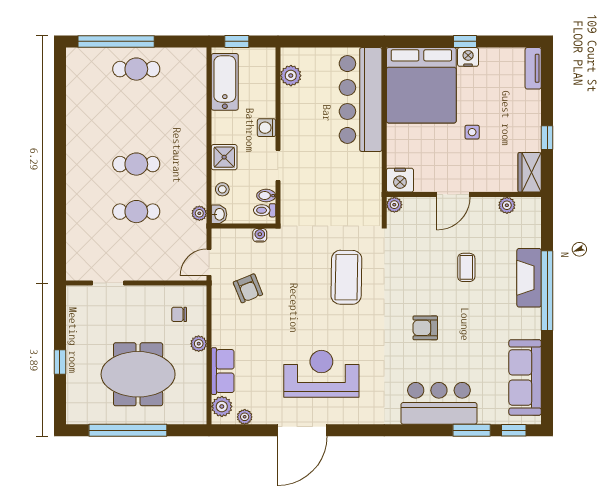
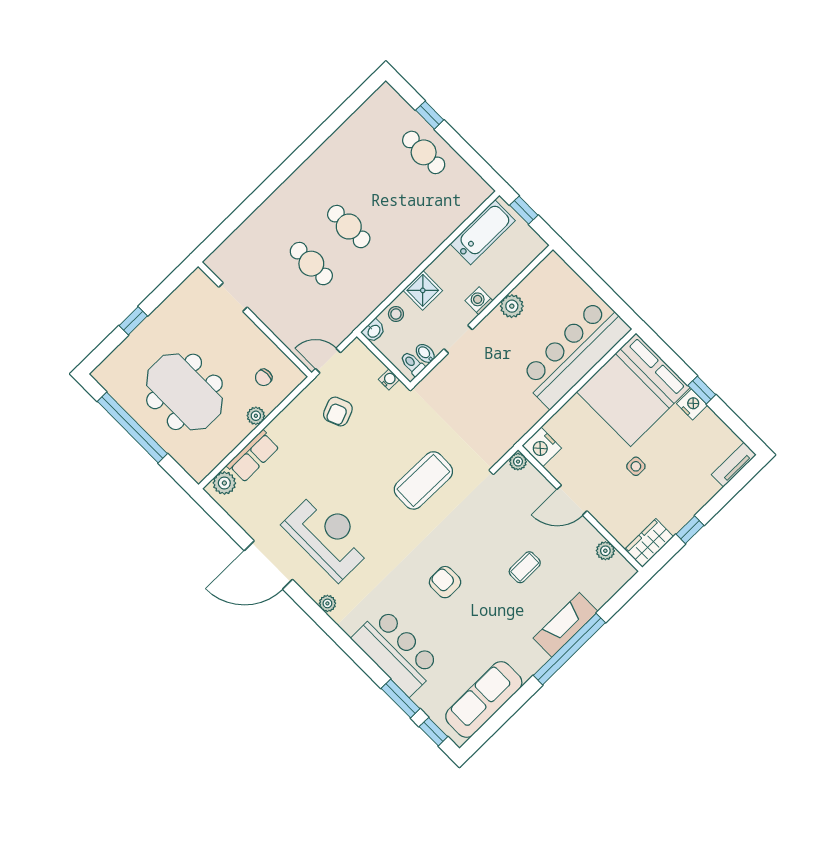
window: (116, 41) -> (430, 115), width x0.32
plant: (291, 76) -> (512, 306), moved
plant: (199, 213) -> (359, 315), removed
chair: (179, 314) -> (264, 377), turned -90
plant: (245, 417) -> (327, 603), moved

